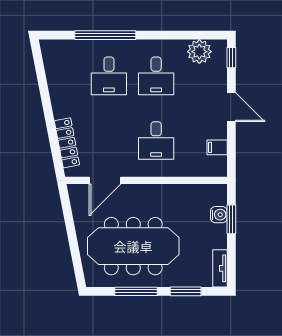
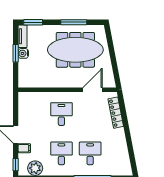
filing cabinet: (217, 147) -> (24, 148), moved
water cooler: (219, 215) -> (23, 53), moved
window: (231, 219) -> (16, 53), moved
window: (186, 291) -> (33, 22), moved

